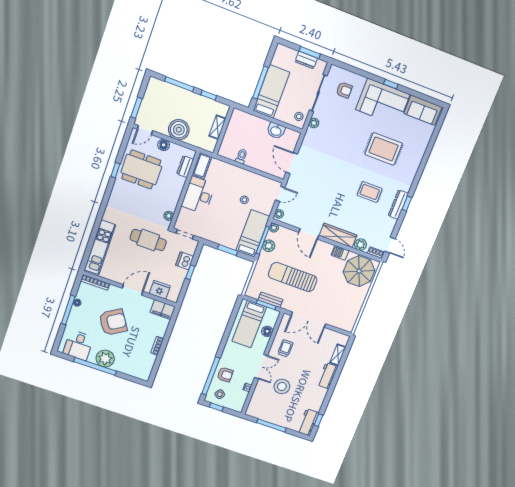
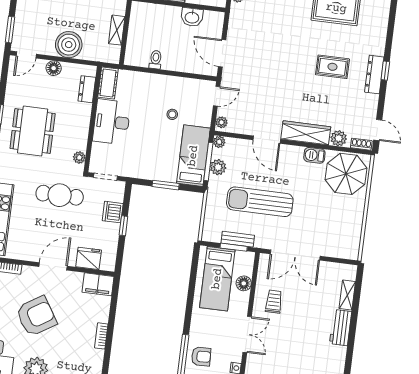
dining table: (141, 169) -> (33, 131), moved, turned 90
stool: (282, 386) -> (282, 356), removed

